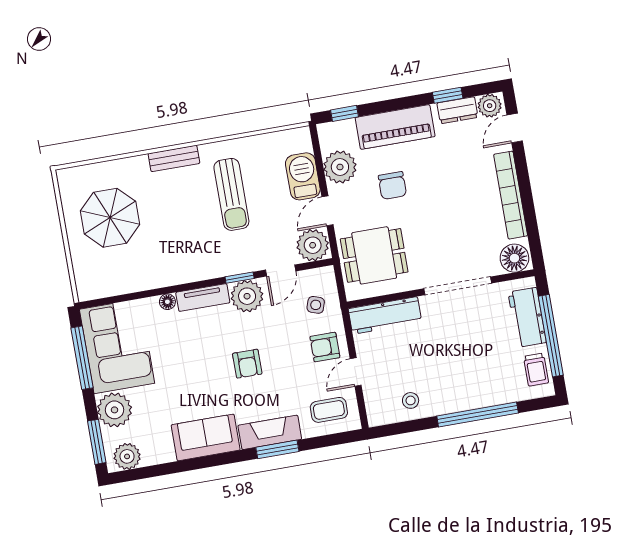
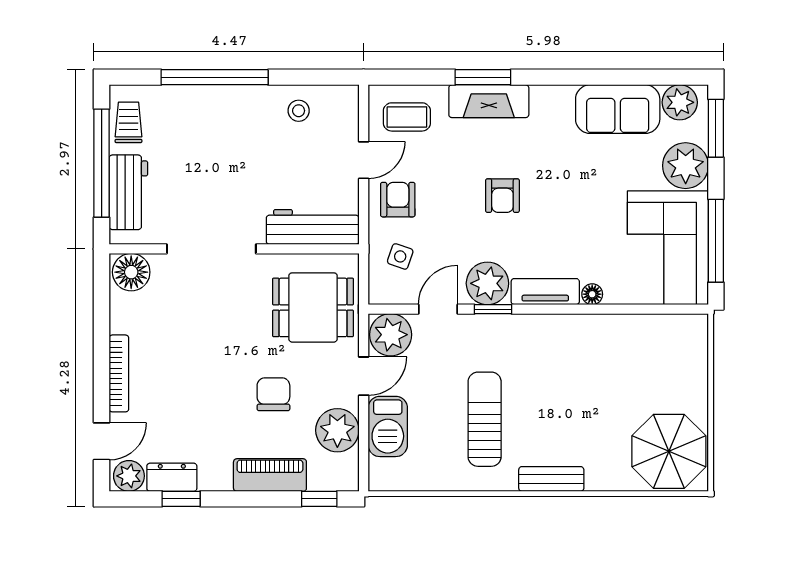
piano: (395, 127) -> (270, 475), width x0.73, depth x0.75
bookcase: (511, 195) -> (119, 373), width x0.68, depth x0.76
parasol: (110, 218) -> (669, 451), moved
armchair: (325, 347) -> (398, 200), turned -90
armchair: (247, 364) -> (502, 196), turned 180
sofa: (206, 437) -> (618, 109), moved

